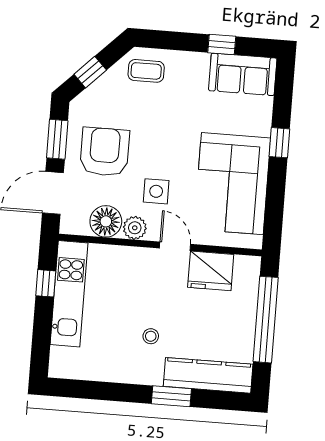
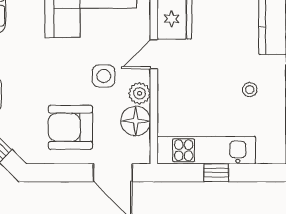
window: (57, 139) -> (62, 173), removed
window: (46, 283) -> (216, 173), moved
stool: (151, 336) -> (250, 90), moved

